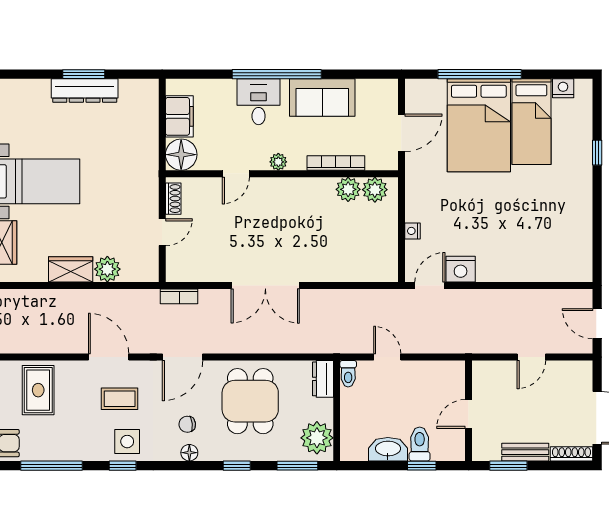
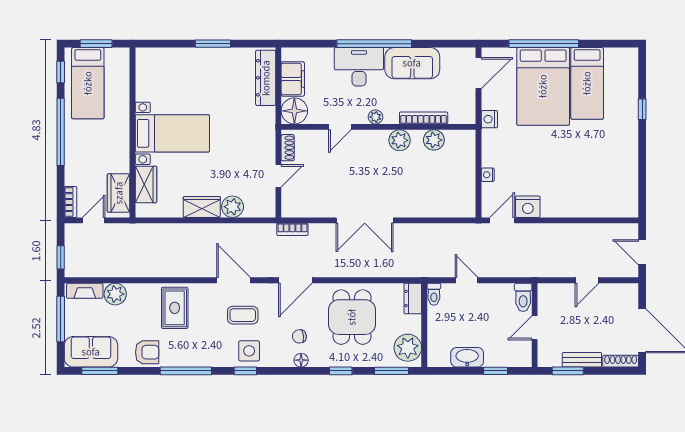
nightstand: (563, 88) -> (489, 119), moved, turned -90
dresser: (85, 91) -> (266, 78), moved, turned 90
desk: (259, 102) -> (359, 67), width x1.37
door: (401, 133) -> (478, 73), moved
plant: (375, 190) -> (400, 140), moved
toilet: (420, 444) -> (523, 297), moved, turned 180

